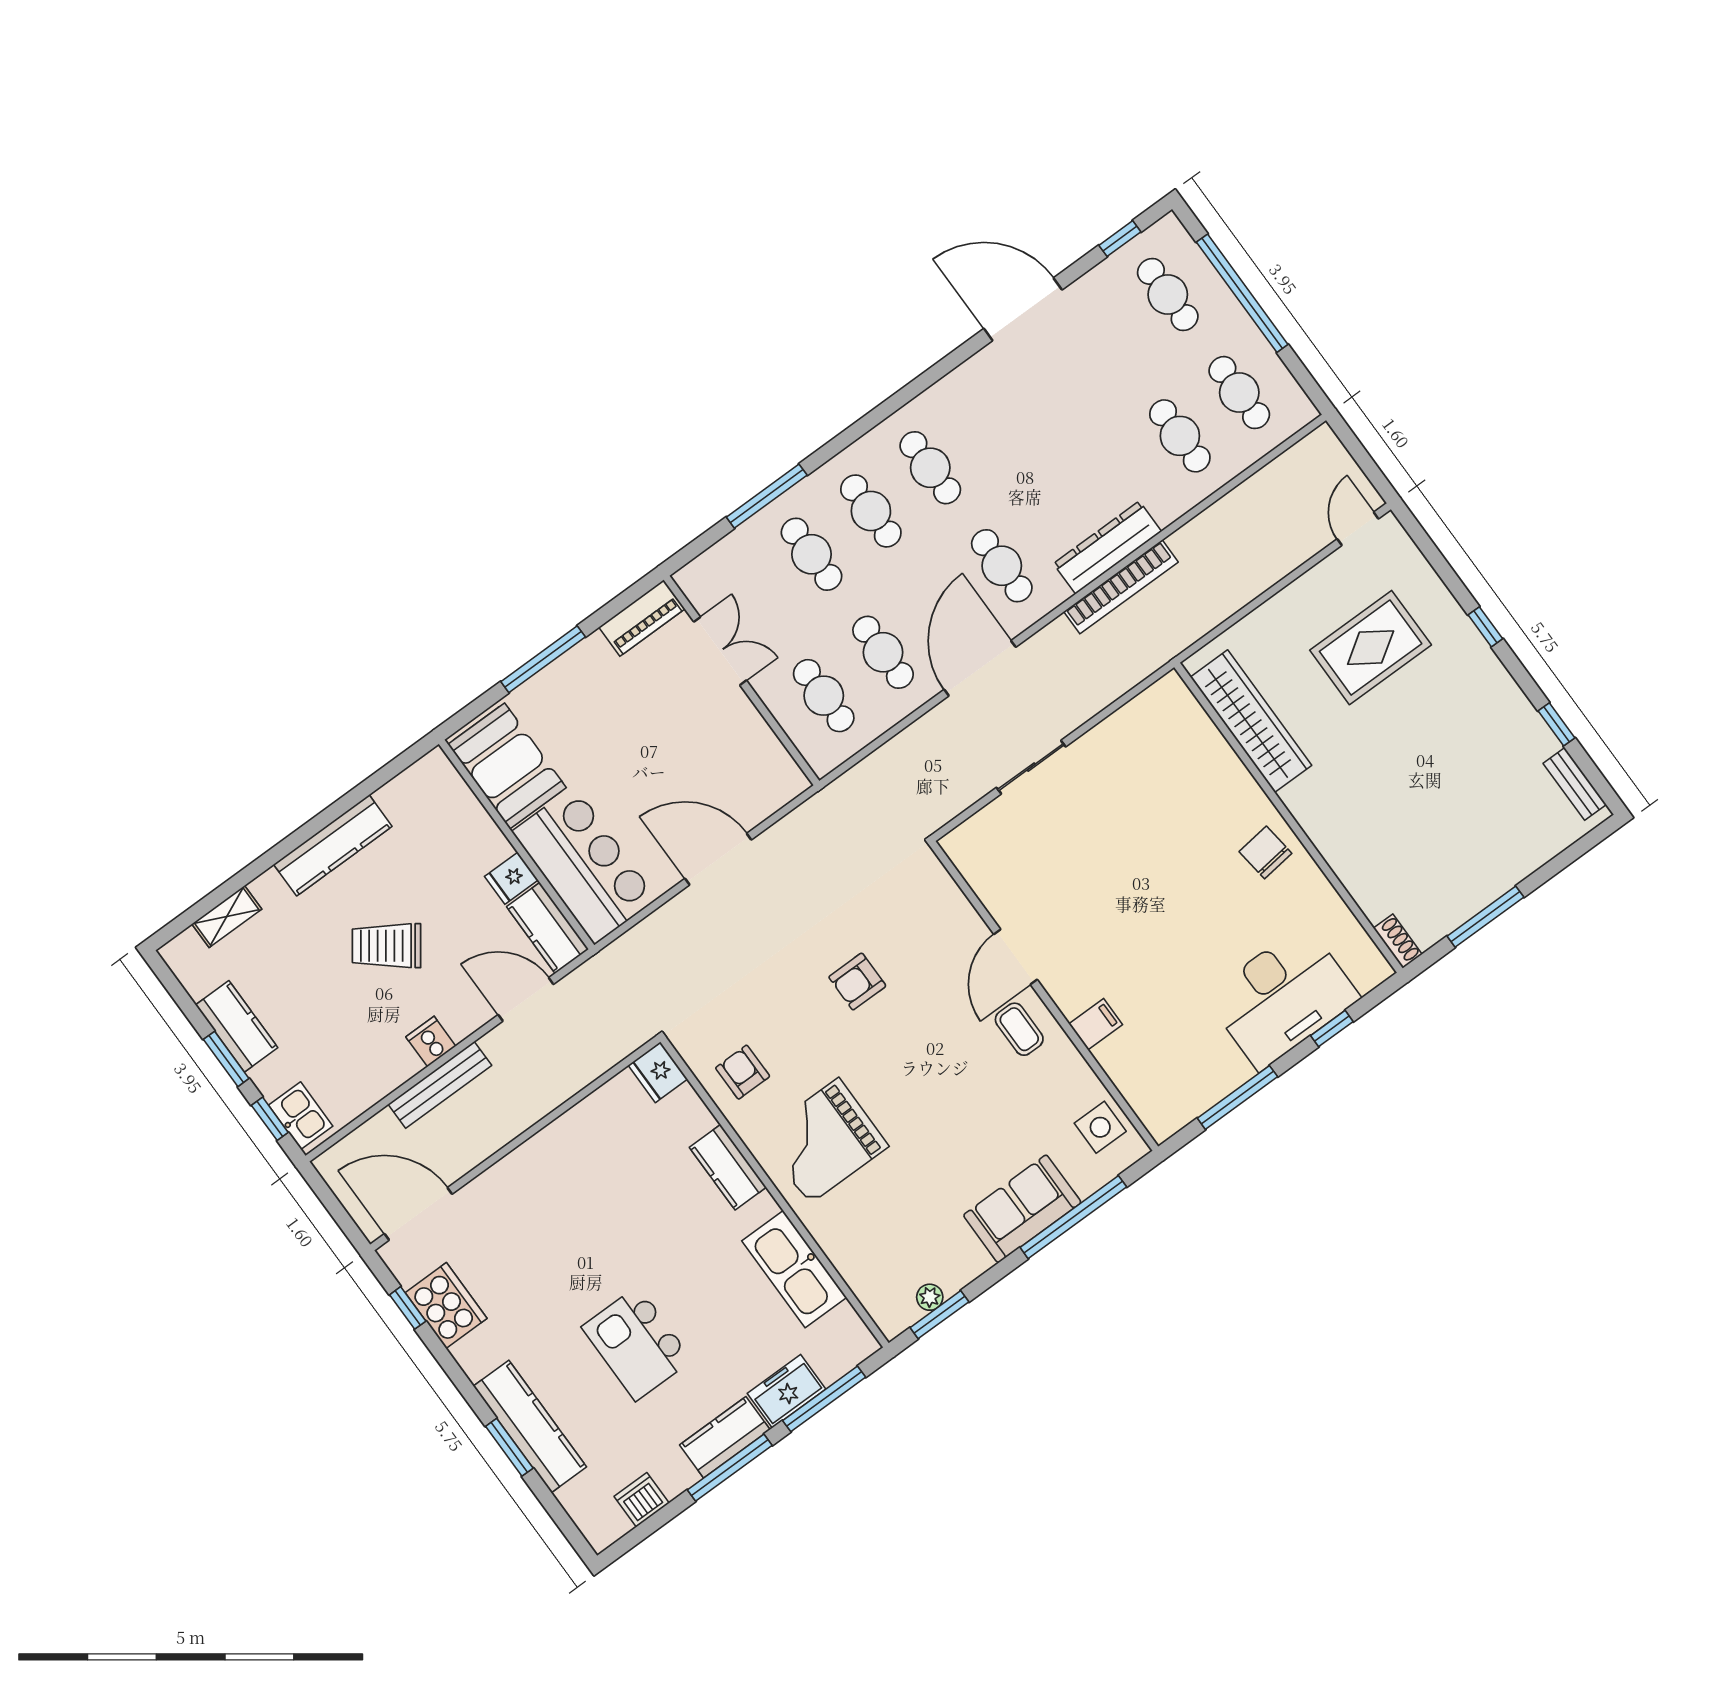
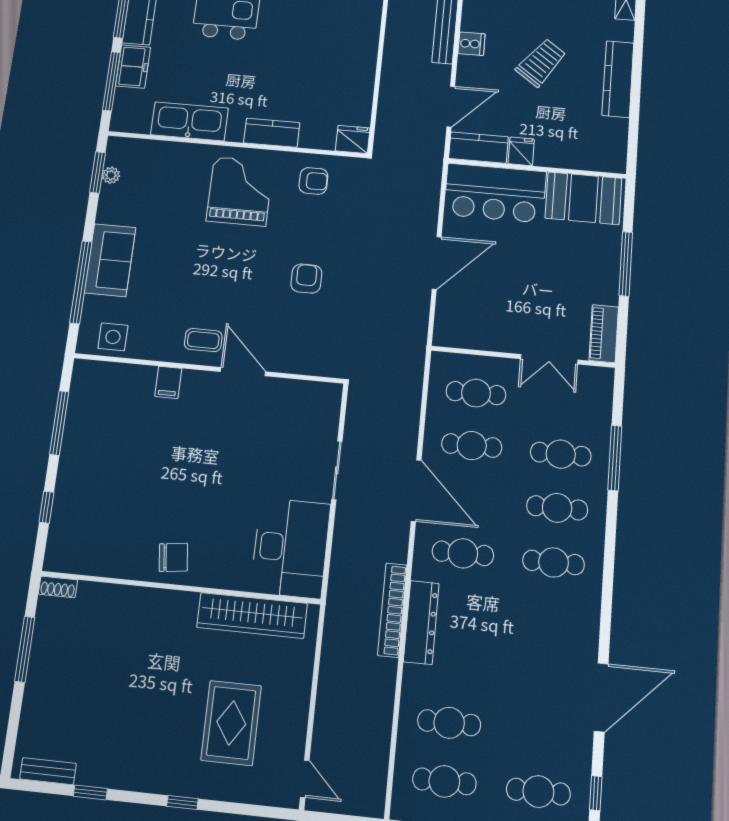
desk: (1282, 997) -> (291, 548), moved, turned 180

